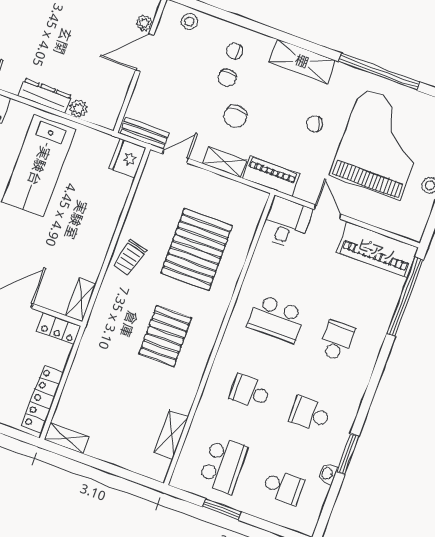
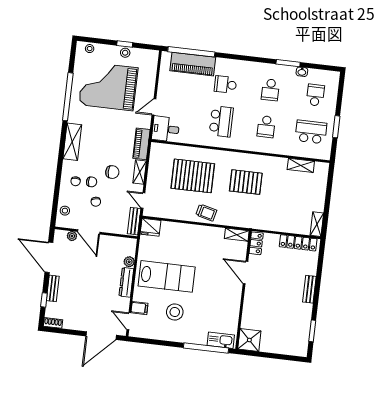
chair: (315, 124) -> (96, 202), moved
piano: (377, 250) -> (193, 64), moved, turned 90

